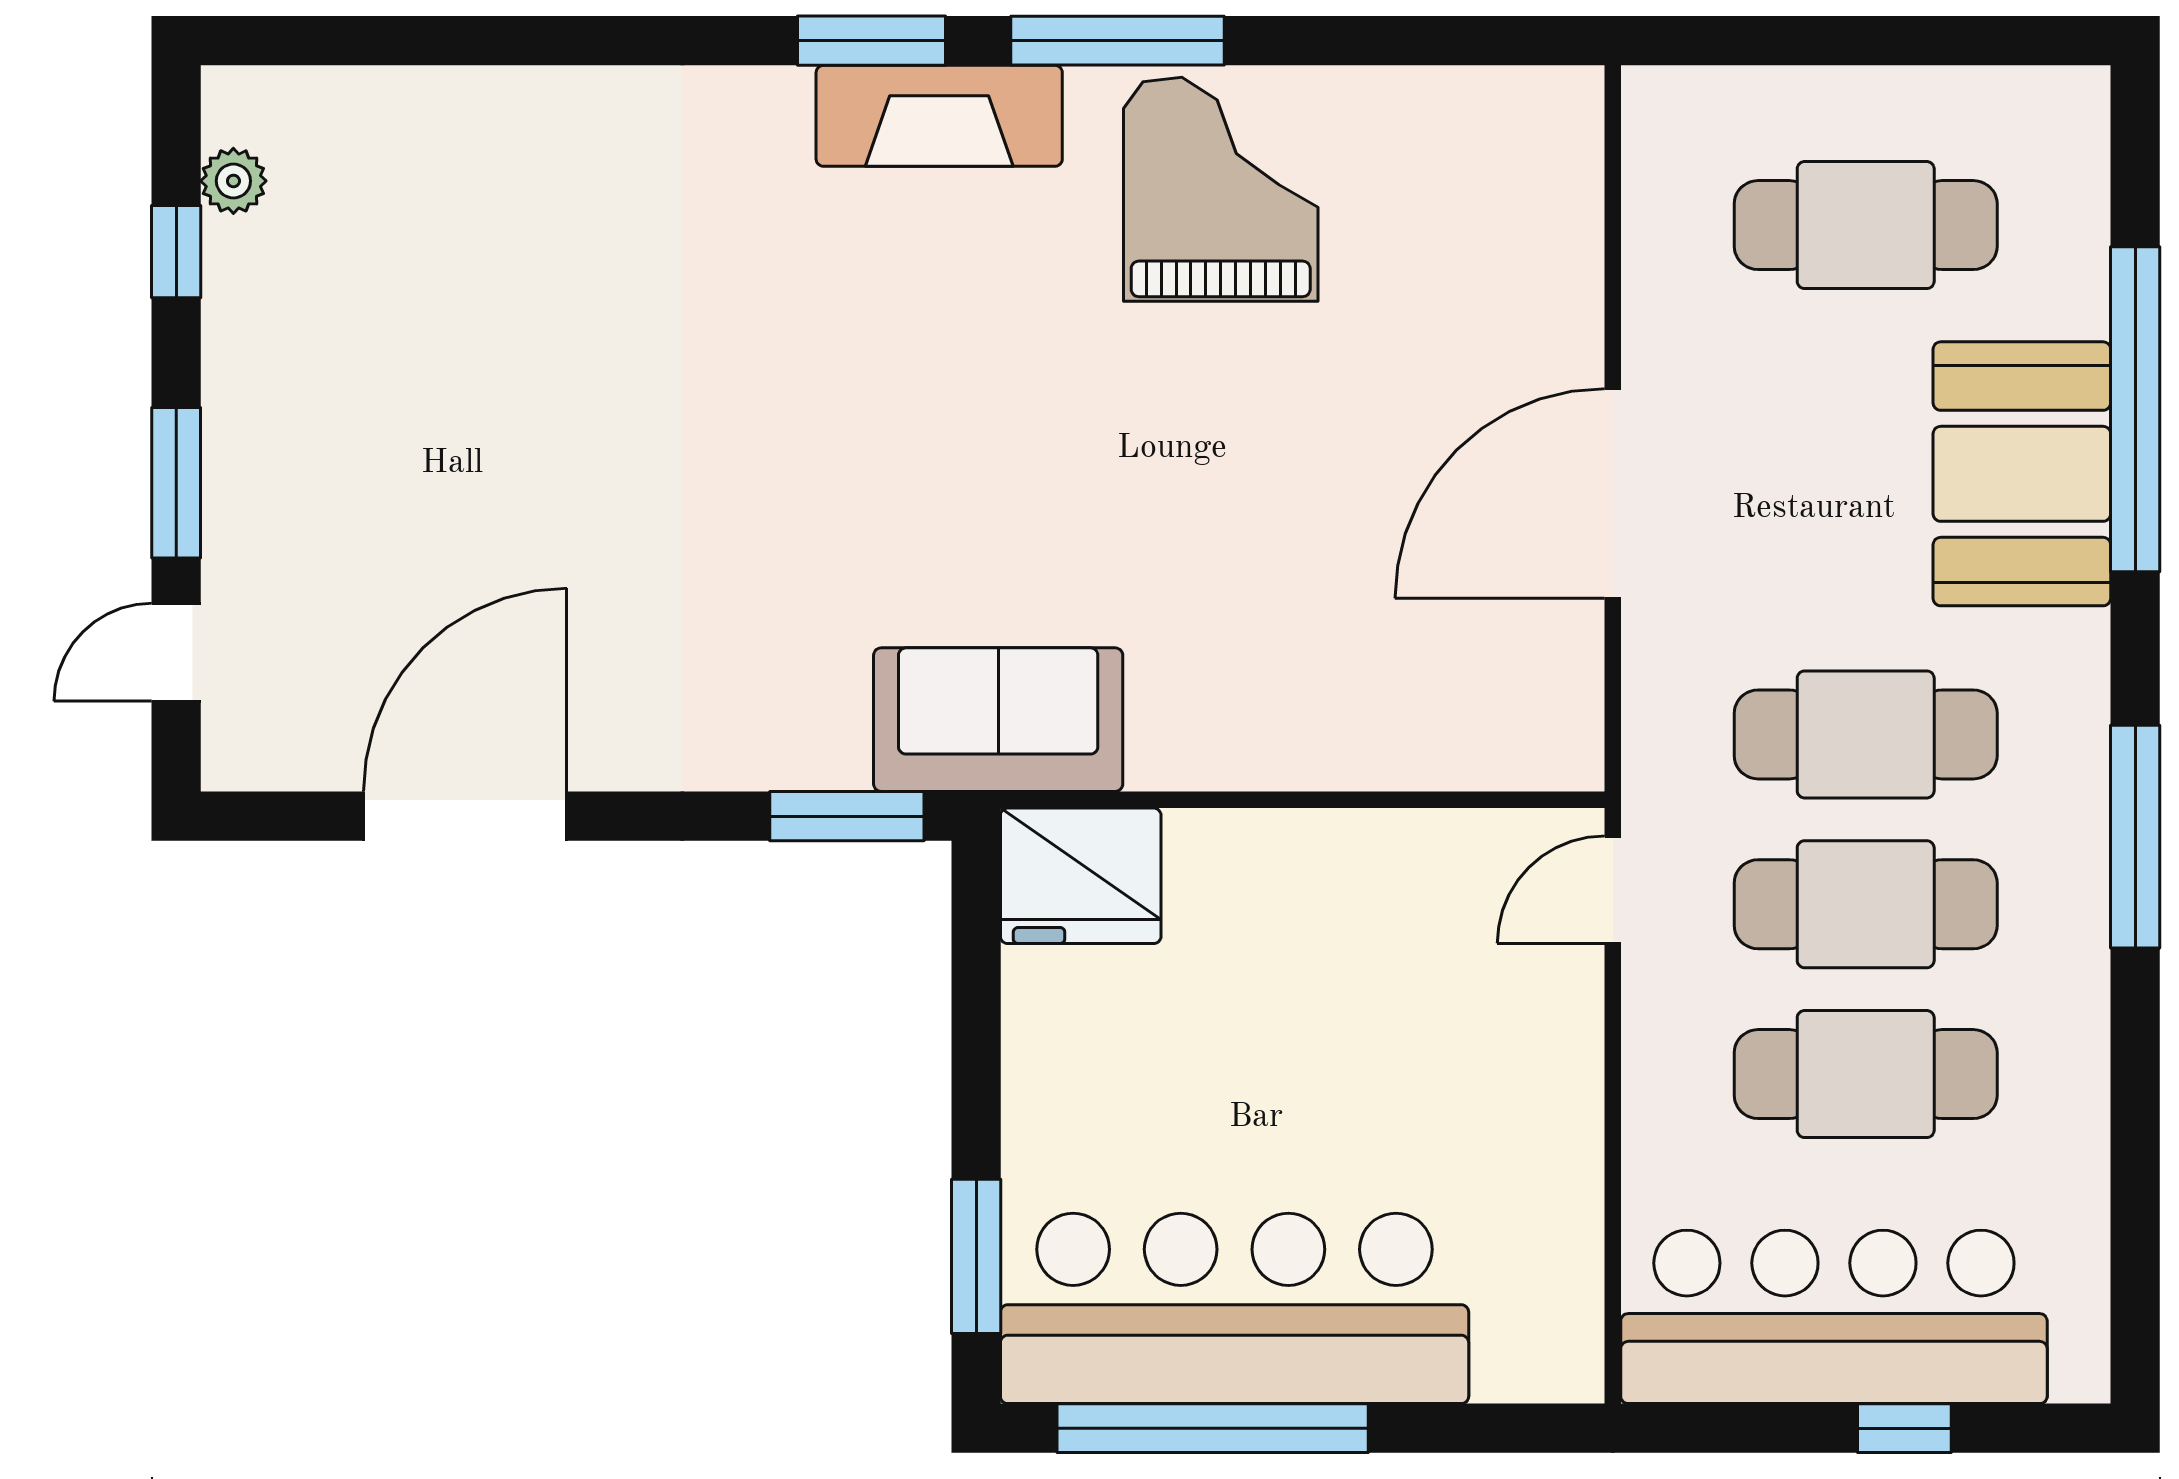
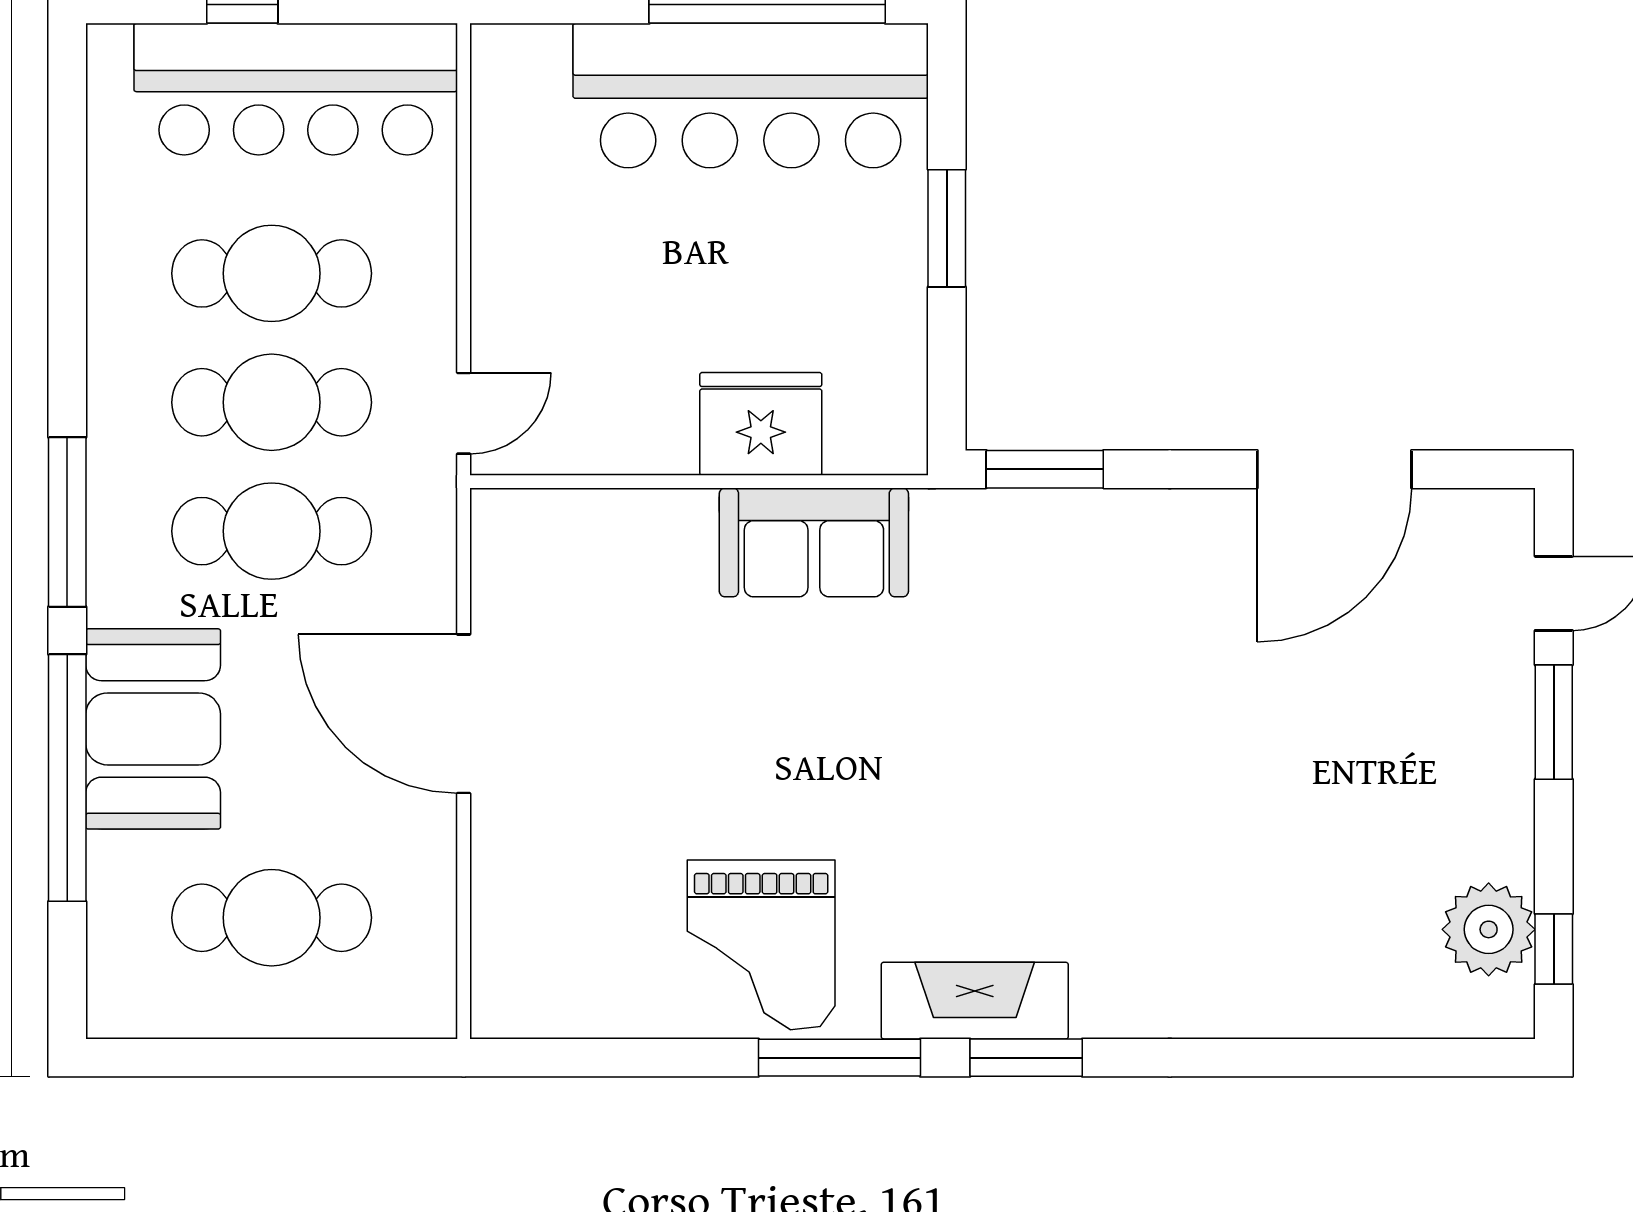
plant: (233, 181) -> (1489, 929), width x1.87, depth x1.87
window: (176, 252) -> (1554, 949), moved
door: (1613, 494) -> (464, 714), swing flipped
sofa: (998, 720) -> (814, 542), moved
window: (2135, 837) -> (67, 522), moved
fridge: (1081, 876) -> (761, 424), moved
window: (976, 1256) -> (947, 228), moved

